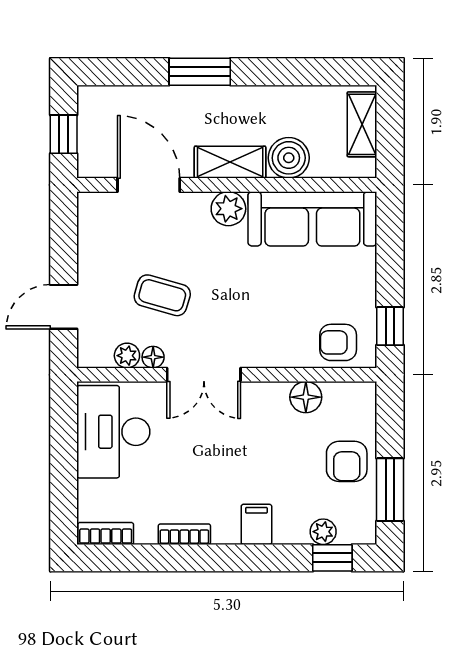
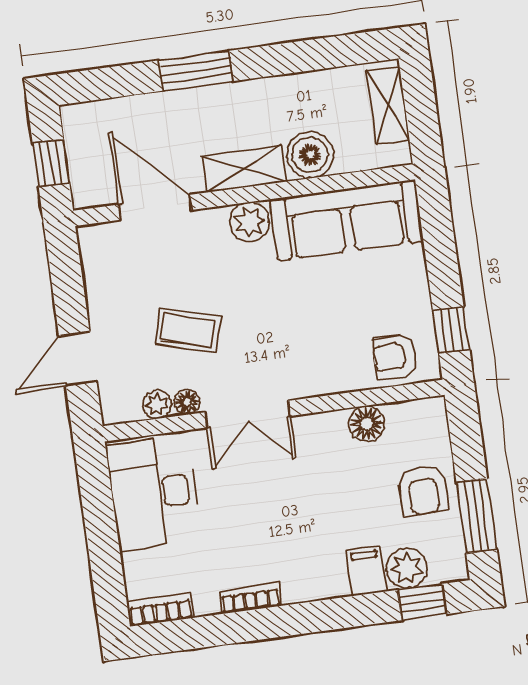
filing cabinet: (256, 524) -> (366, 571), moved
plant: (323, 532) -> (407, 568), width x1.38, depth x1.38

